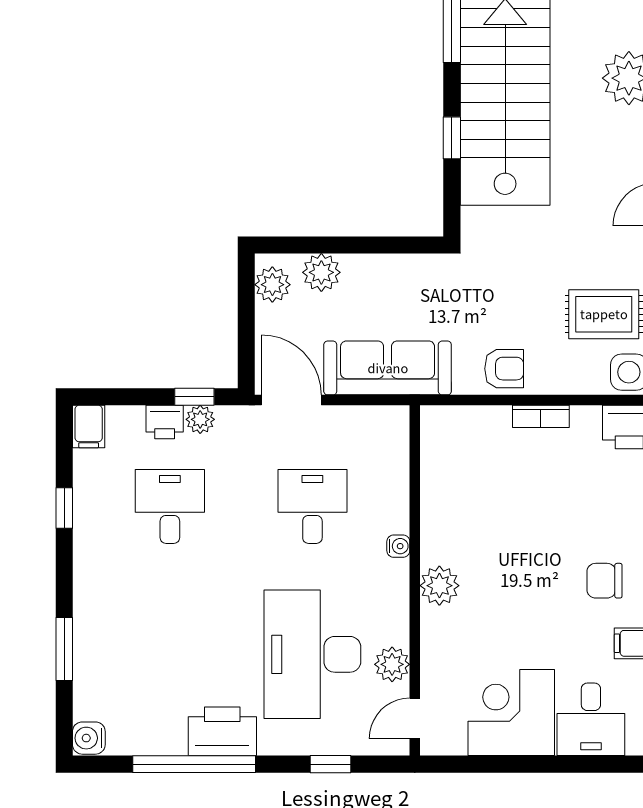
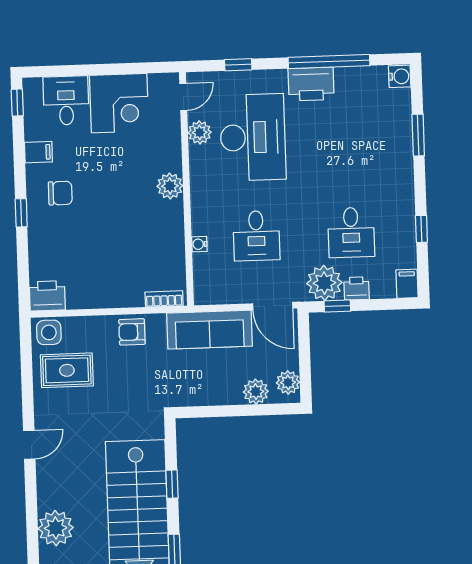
bookcase: (541, 416) -> (164, 299), moved
plant: (200, 419) -> (324, 283), width x1.88, depth x1.88
water cooler: (398, 546) -> (199, 244), moved

